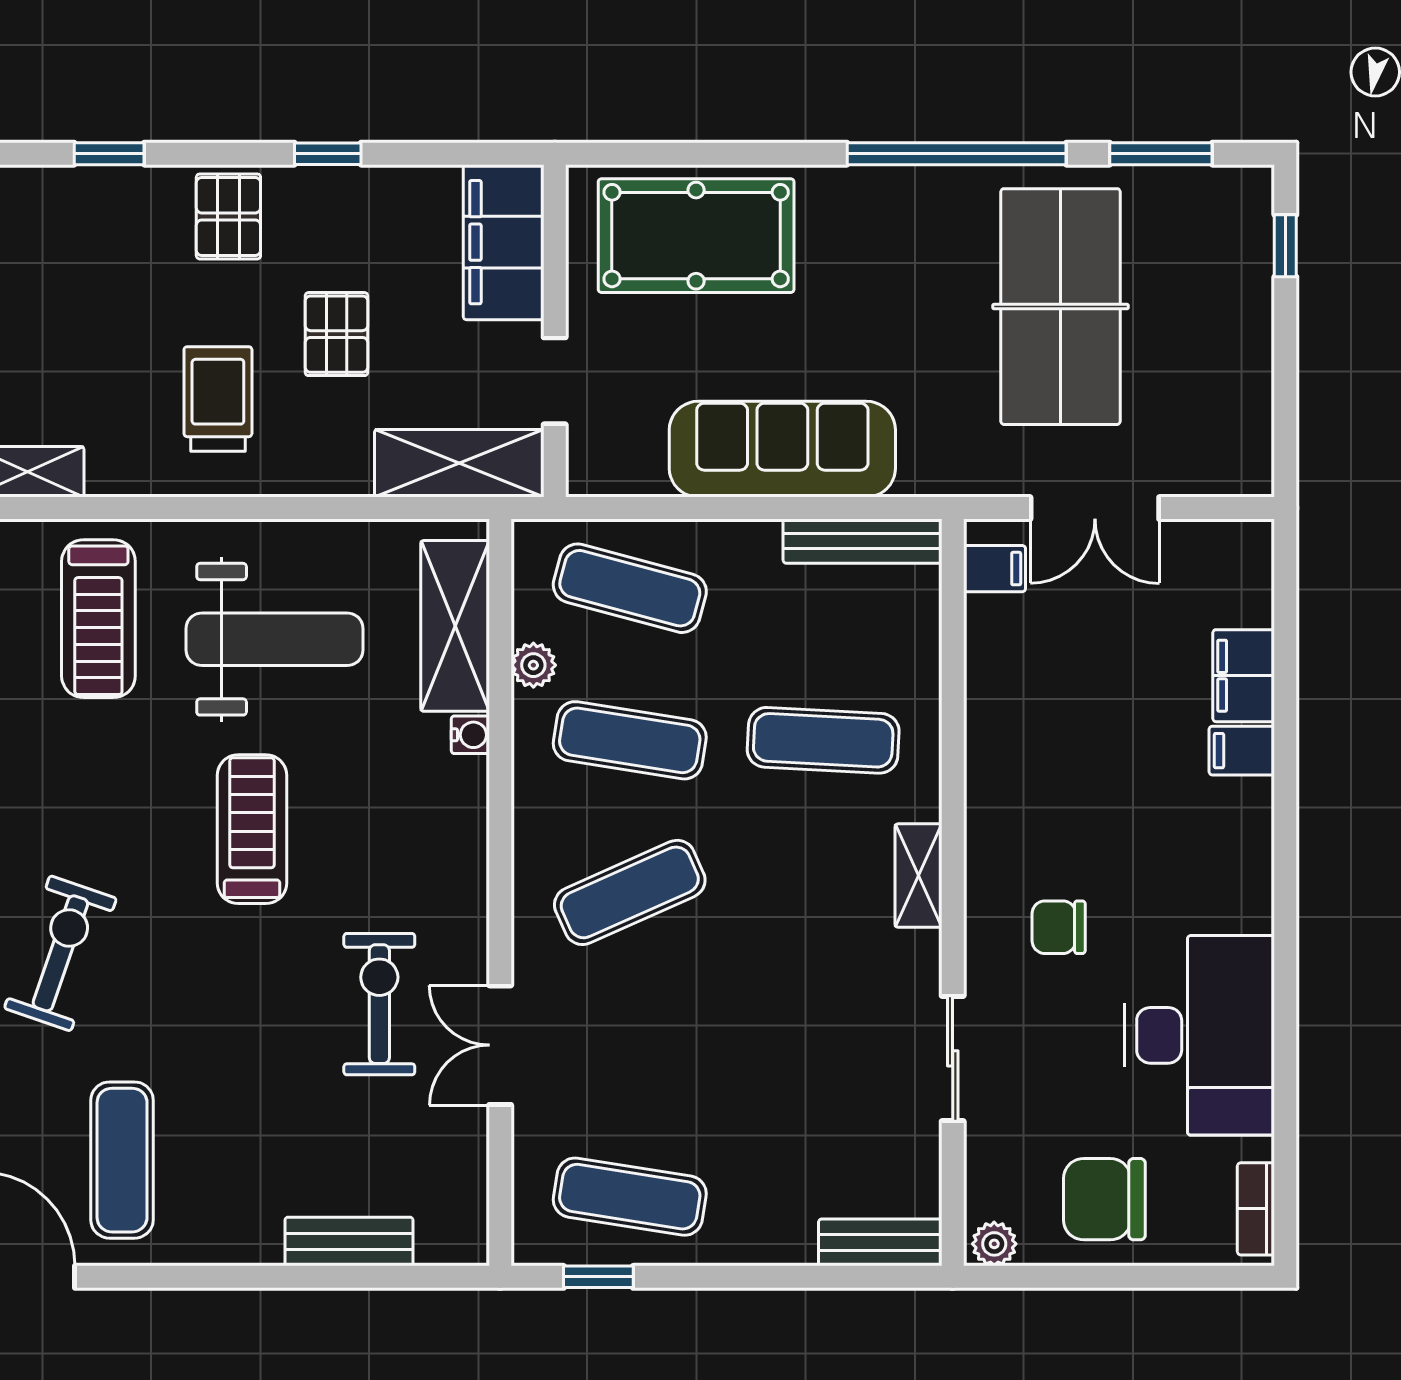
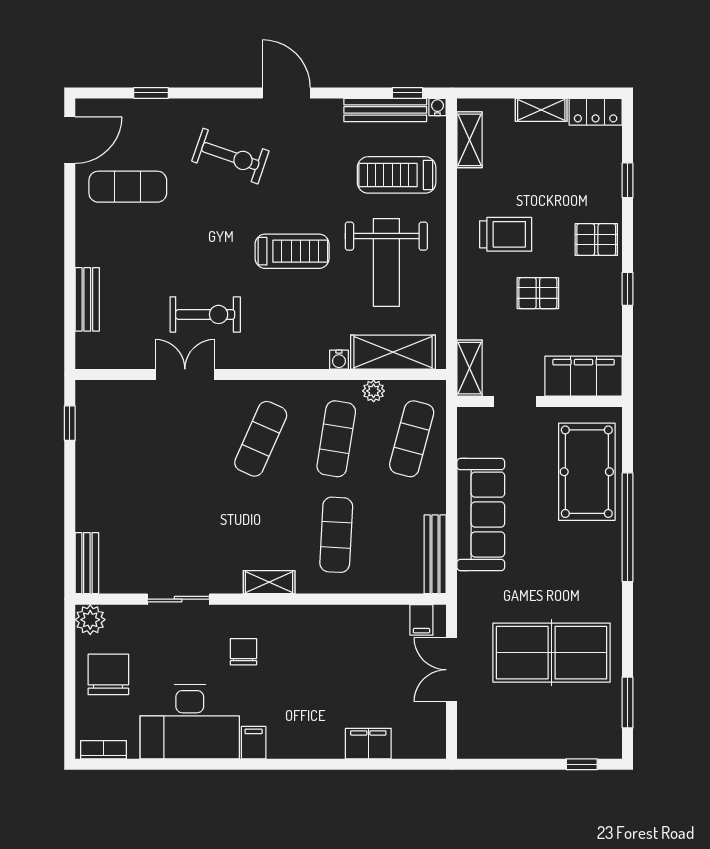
window: (957, 154) -> (627, 527), moved
shelving: (459, 463) -> (470, 368), width x0.67, depth x0.75
filing cabinet: (1242, 751) -> (254, 743), moved
exercise mat: (630, 892) -> (261, 439), turned 48
exercise mat: (630, 1197) -> (110, 439), removed
plant: (994, 1244) -> (90, 620), width x1.38, depth x1.38

